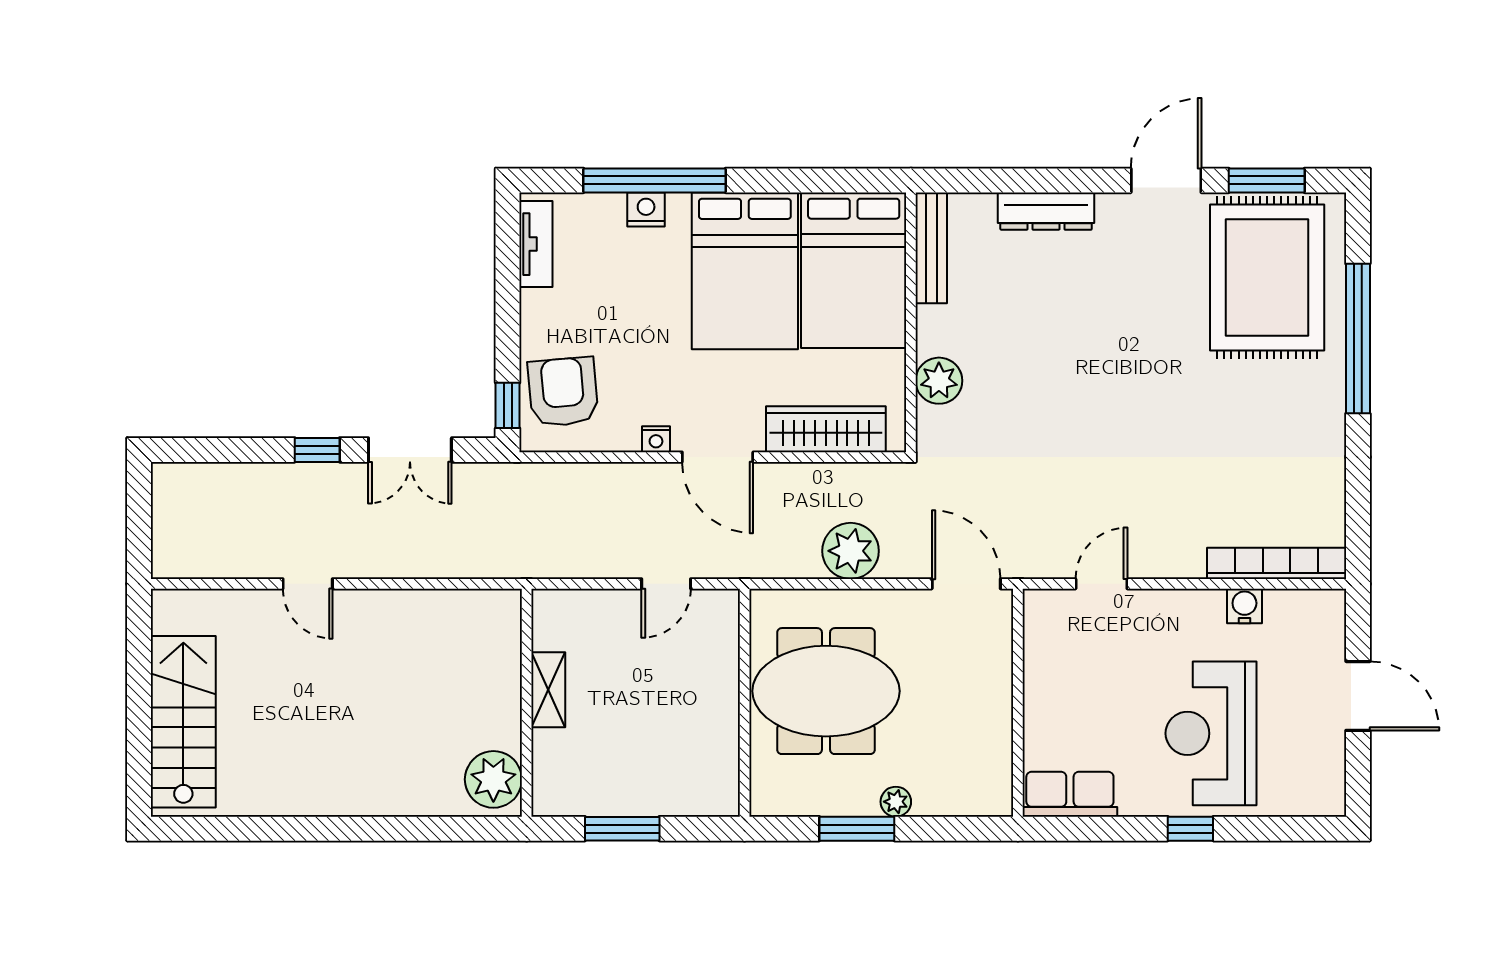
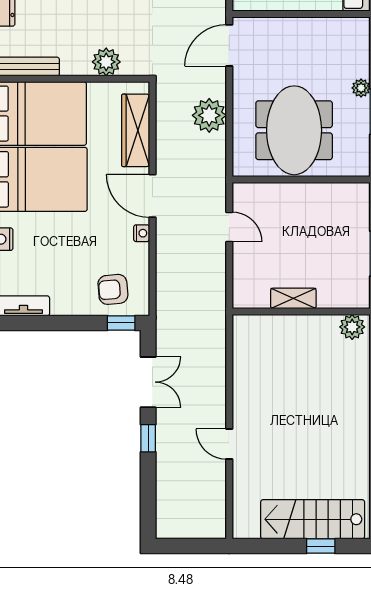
armchair: (563, 392) -> (113, 289), width x0.72, depth x0.72
door: (718, 457) -> (152, 196), swing flipped
door: (308, 584) -> (229, 444), swing flipped
window: (139, 735) -> (321, 546), added
plant: (493, 779) -> (352, 327), width x0.73, depth x0.73

